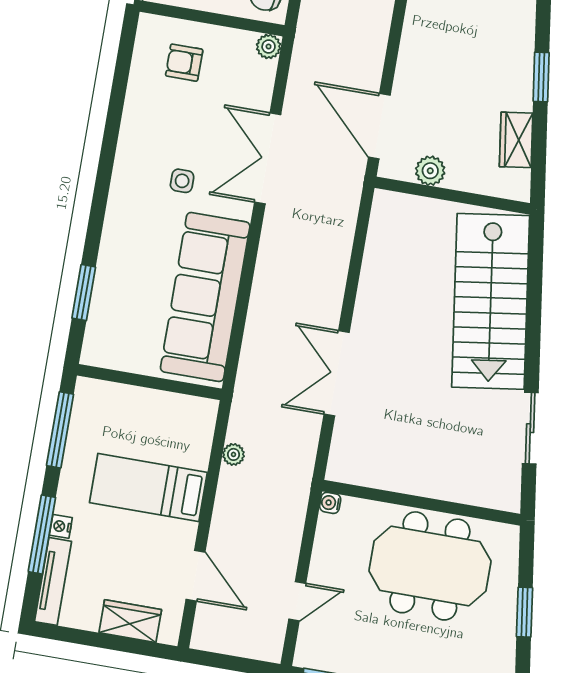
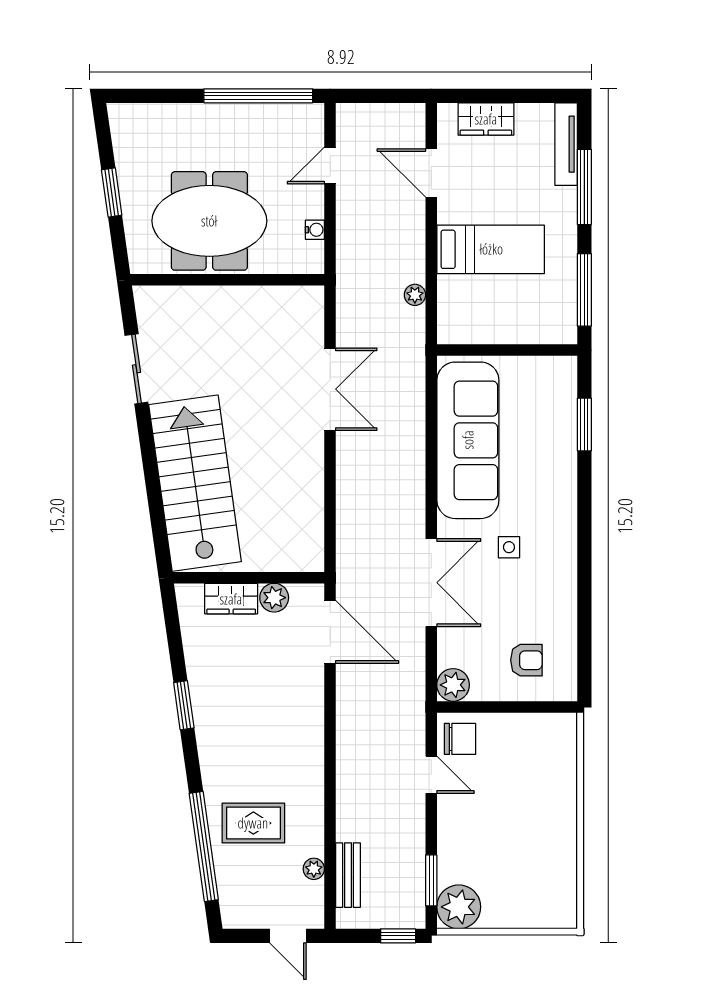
plant: (269, 47) -> (453, 685), width x1.38, depth x1.38
wardrobe: (516, 140) -> (231, 599), moved, turned 98
water cooler: (330, 503) -> (315, 230), moved
nightstand: (61, 526) -> (568, 198), removed

